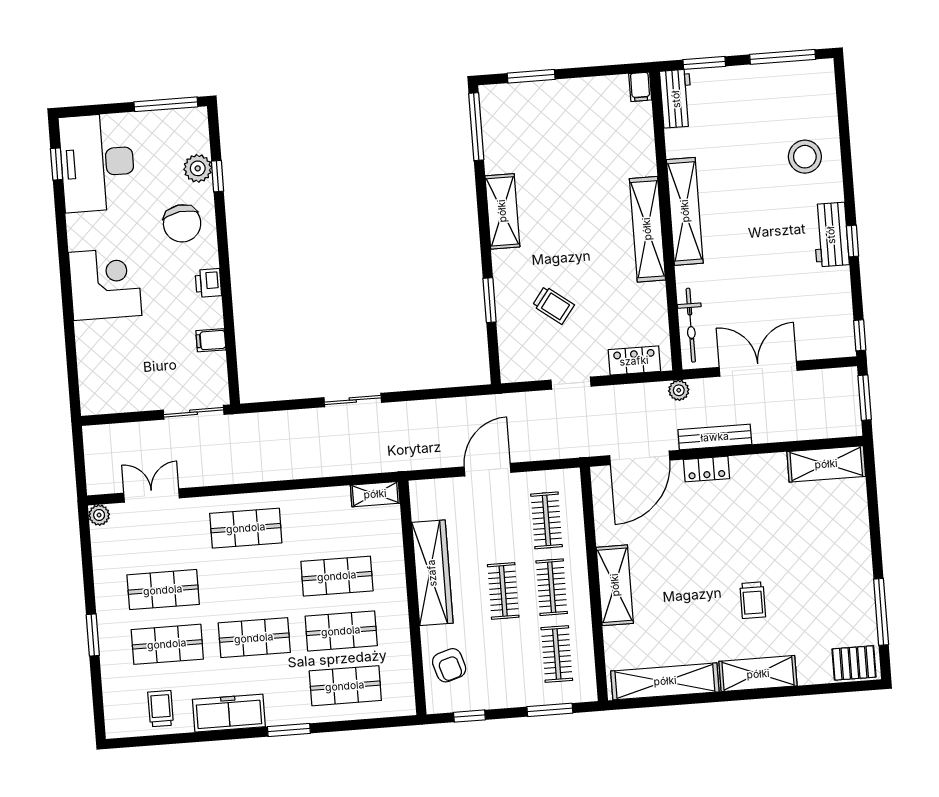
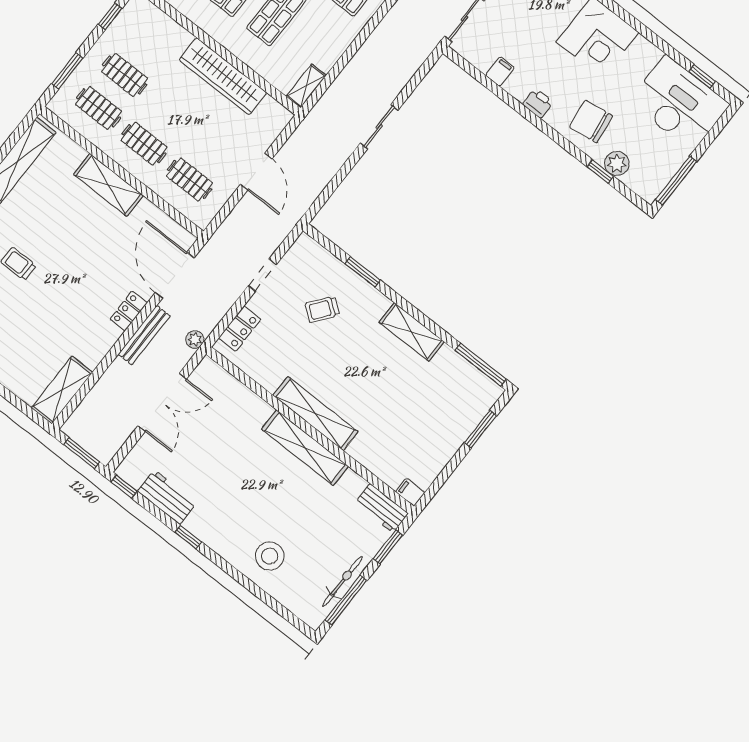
workbench: (831, 235) -> (167, 497), moved
bicycle: (691, 325) -> (342, 581), moved, turned 90
clothes rail: (503, 591) -> (125, 75), moved
armchair: (449, 665) -> (154, 33), removed

